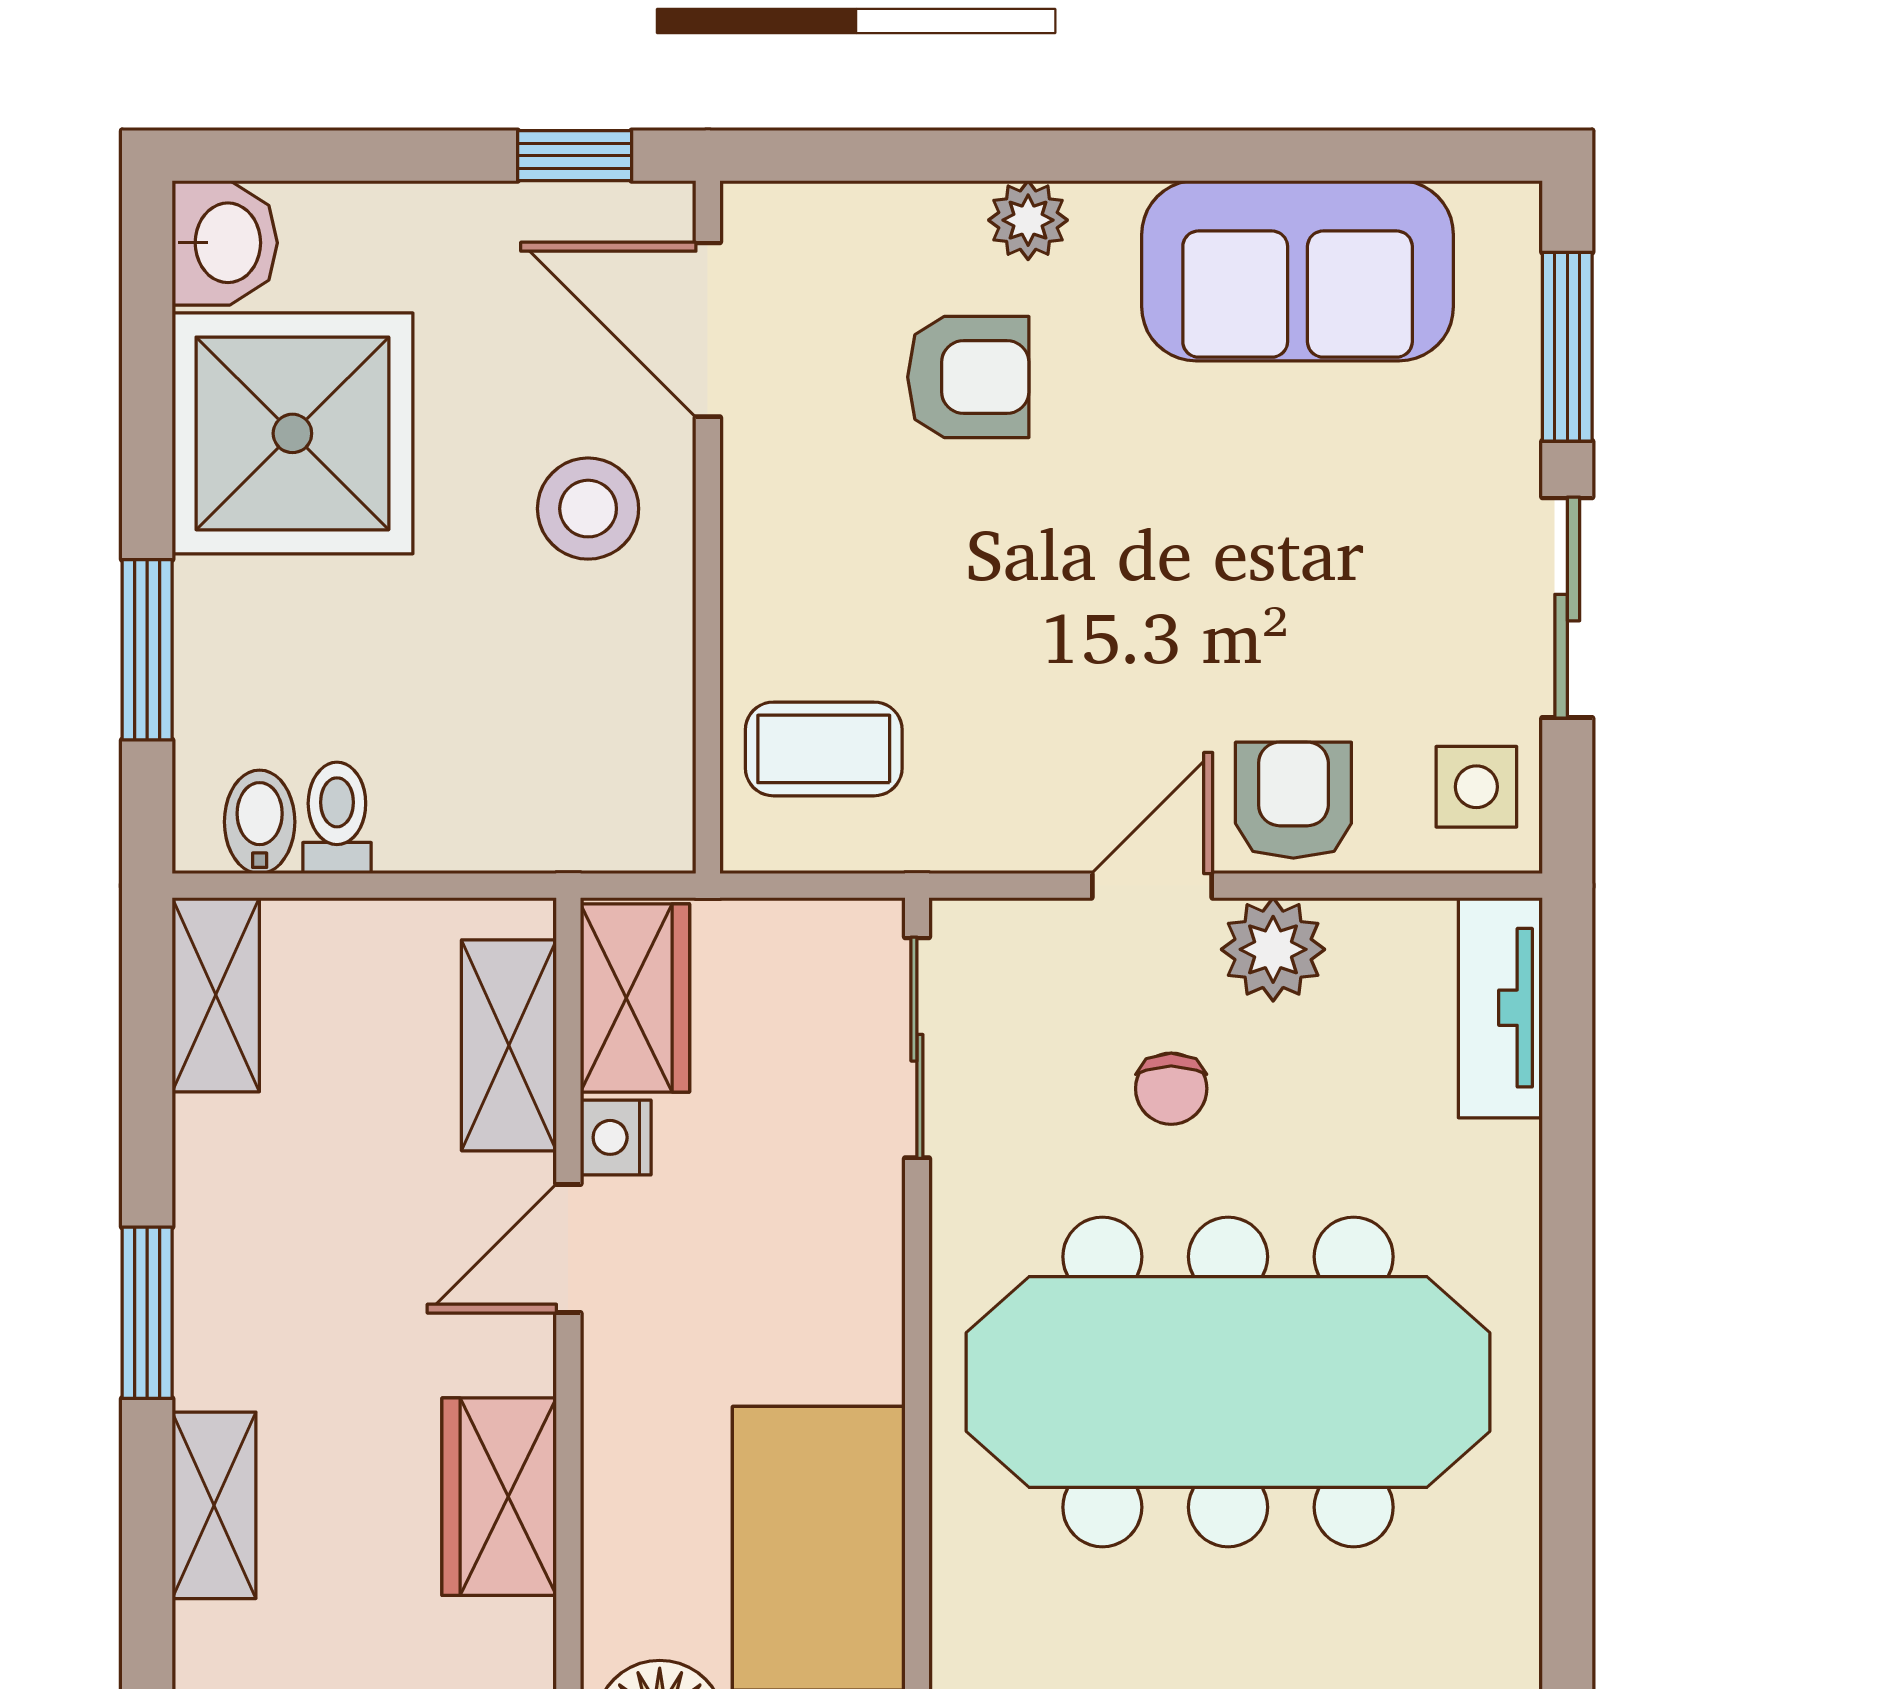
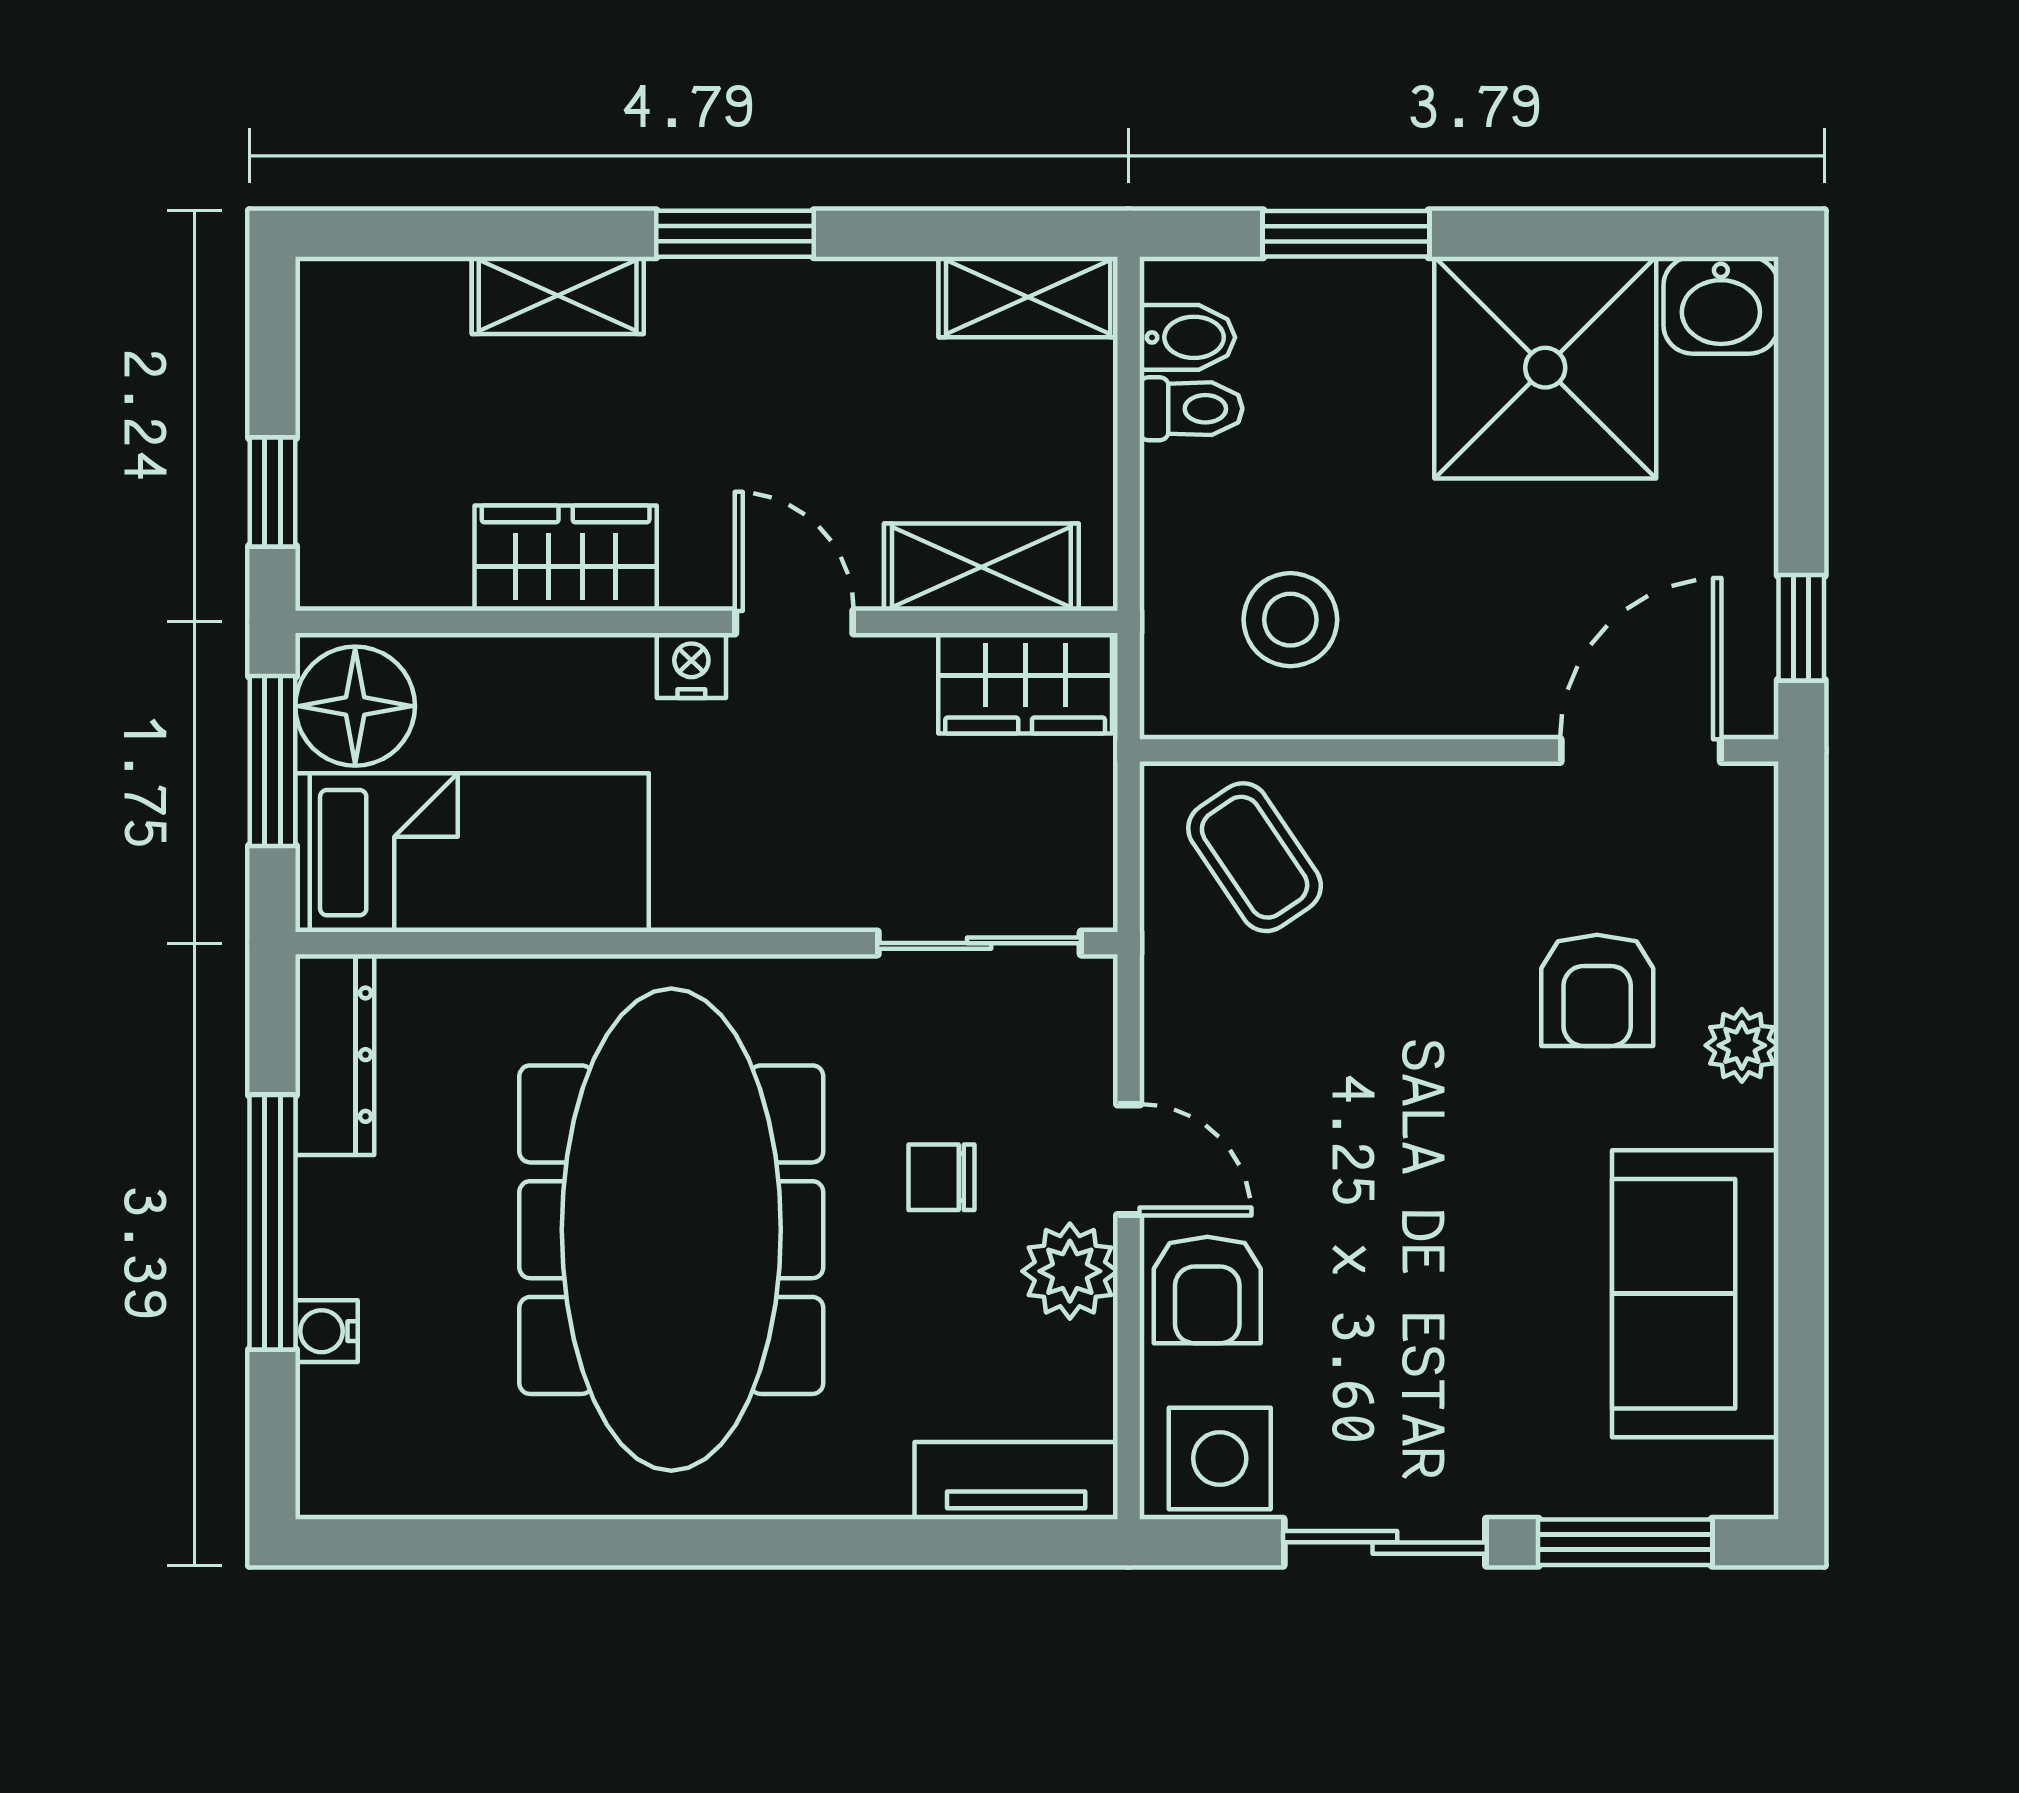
stool: (588, 509) -> (1290, 620), moved
coffee table: (824, 749) -> (1255, 857), turned -34
side table: (1476, 787) -> (1220, 1458), width x1.37, depth x1.37
armchair: (1293, 800) -> (1207, 1290), turned 90
nightstand: (616, 1137) -> (691, 666), moved

